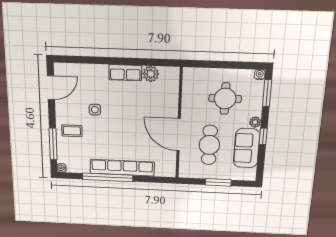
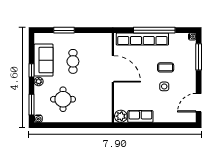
wall: (179, 124) -> (113, 78), moved
coffee table: (72, 131) -> (166, 67), moved
door: (179, 135) -> (113, 69), moved
cafe table: (209, 145) -> (73, 61), width x0.73, depth x0.74

